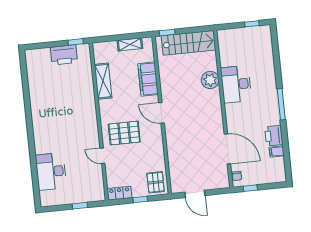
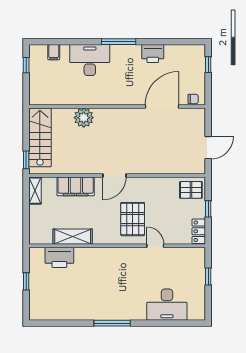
window: (76, 42) -> (26, 281), moved
shelving: (130, 44) -> (35, 191), moved
printer: (64, 55) -> (59, 257), moved, turned 90
desk: (236, 84) -> (90, 60), moved, turned 180
window: (30, 124) -> (112, 323), added
filing cabinet: (277, 152) -> (54, 52), moved
door: (102, 156) -> (155, 246), swing flipped
window: (250, 188) -> (208, 65), moved

